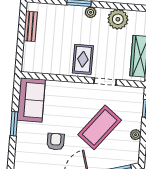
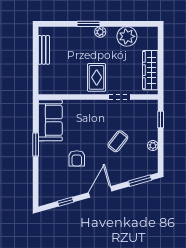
coffee table: (100, 127) -> (118, 141), width x0.54, depth x0.58
armchair: (56, 142) -> (77, 158), turned 180

